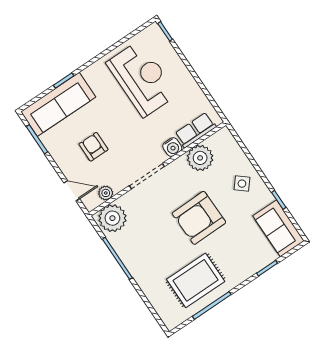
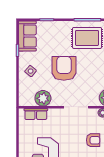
armchair: (94, 147) -> (93, 140), turned -90
water cooler: (172, 147) -> (53, 113), removed
armchair: (199, 218) -> (64, 68), turned -89

